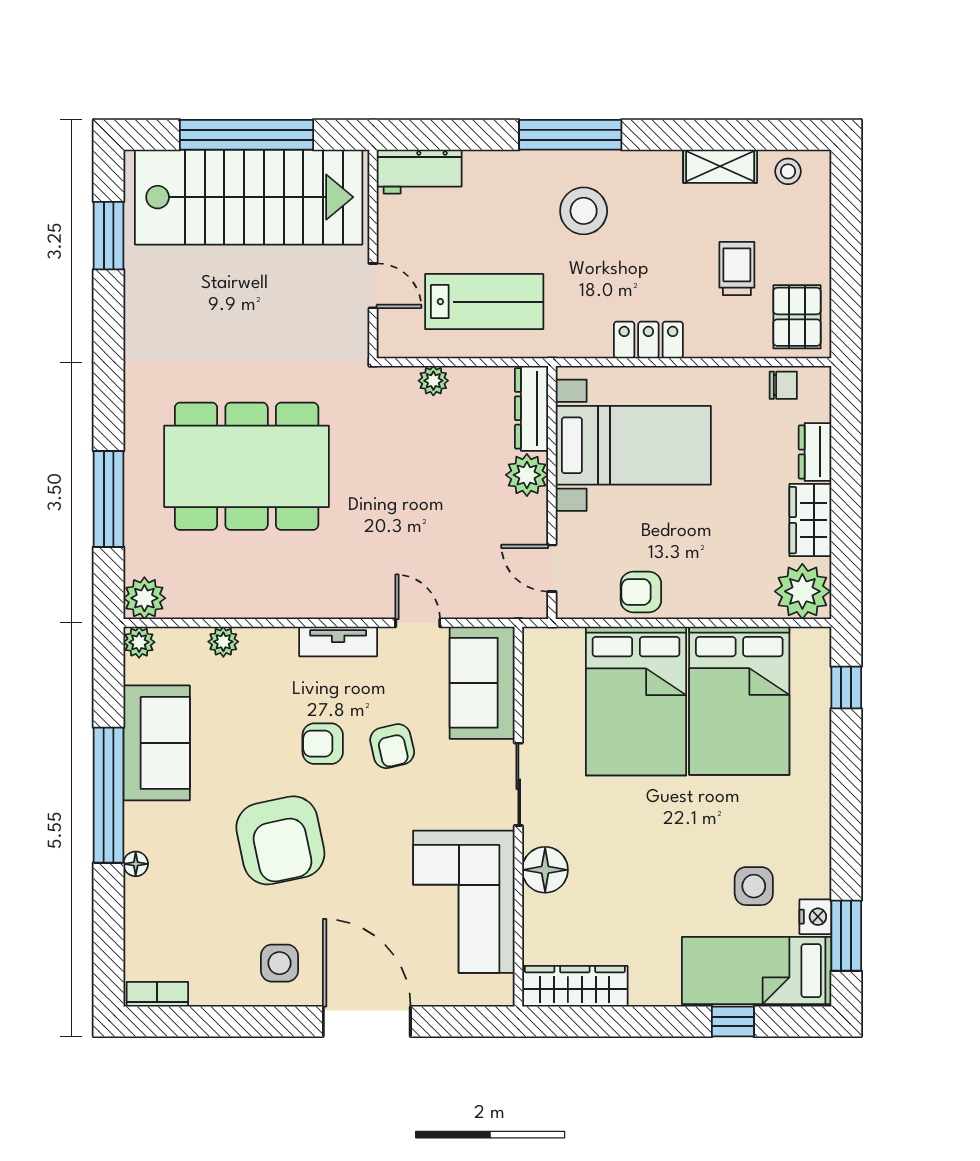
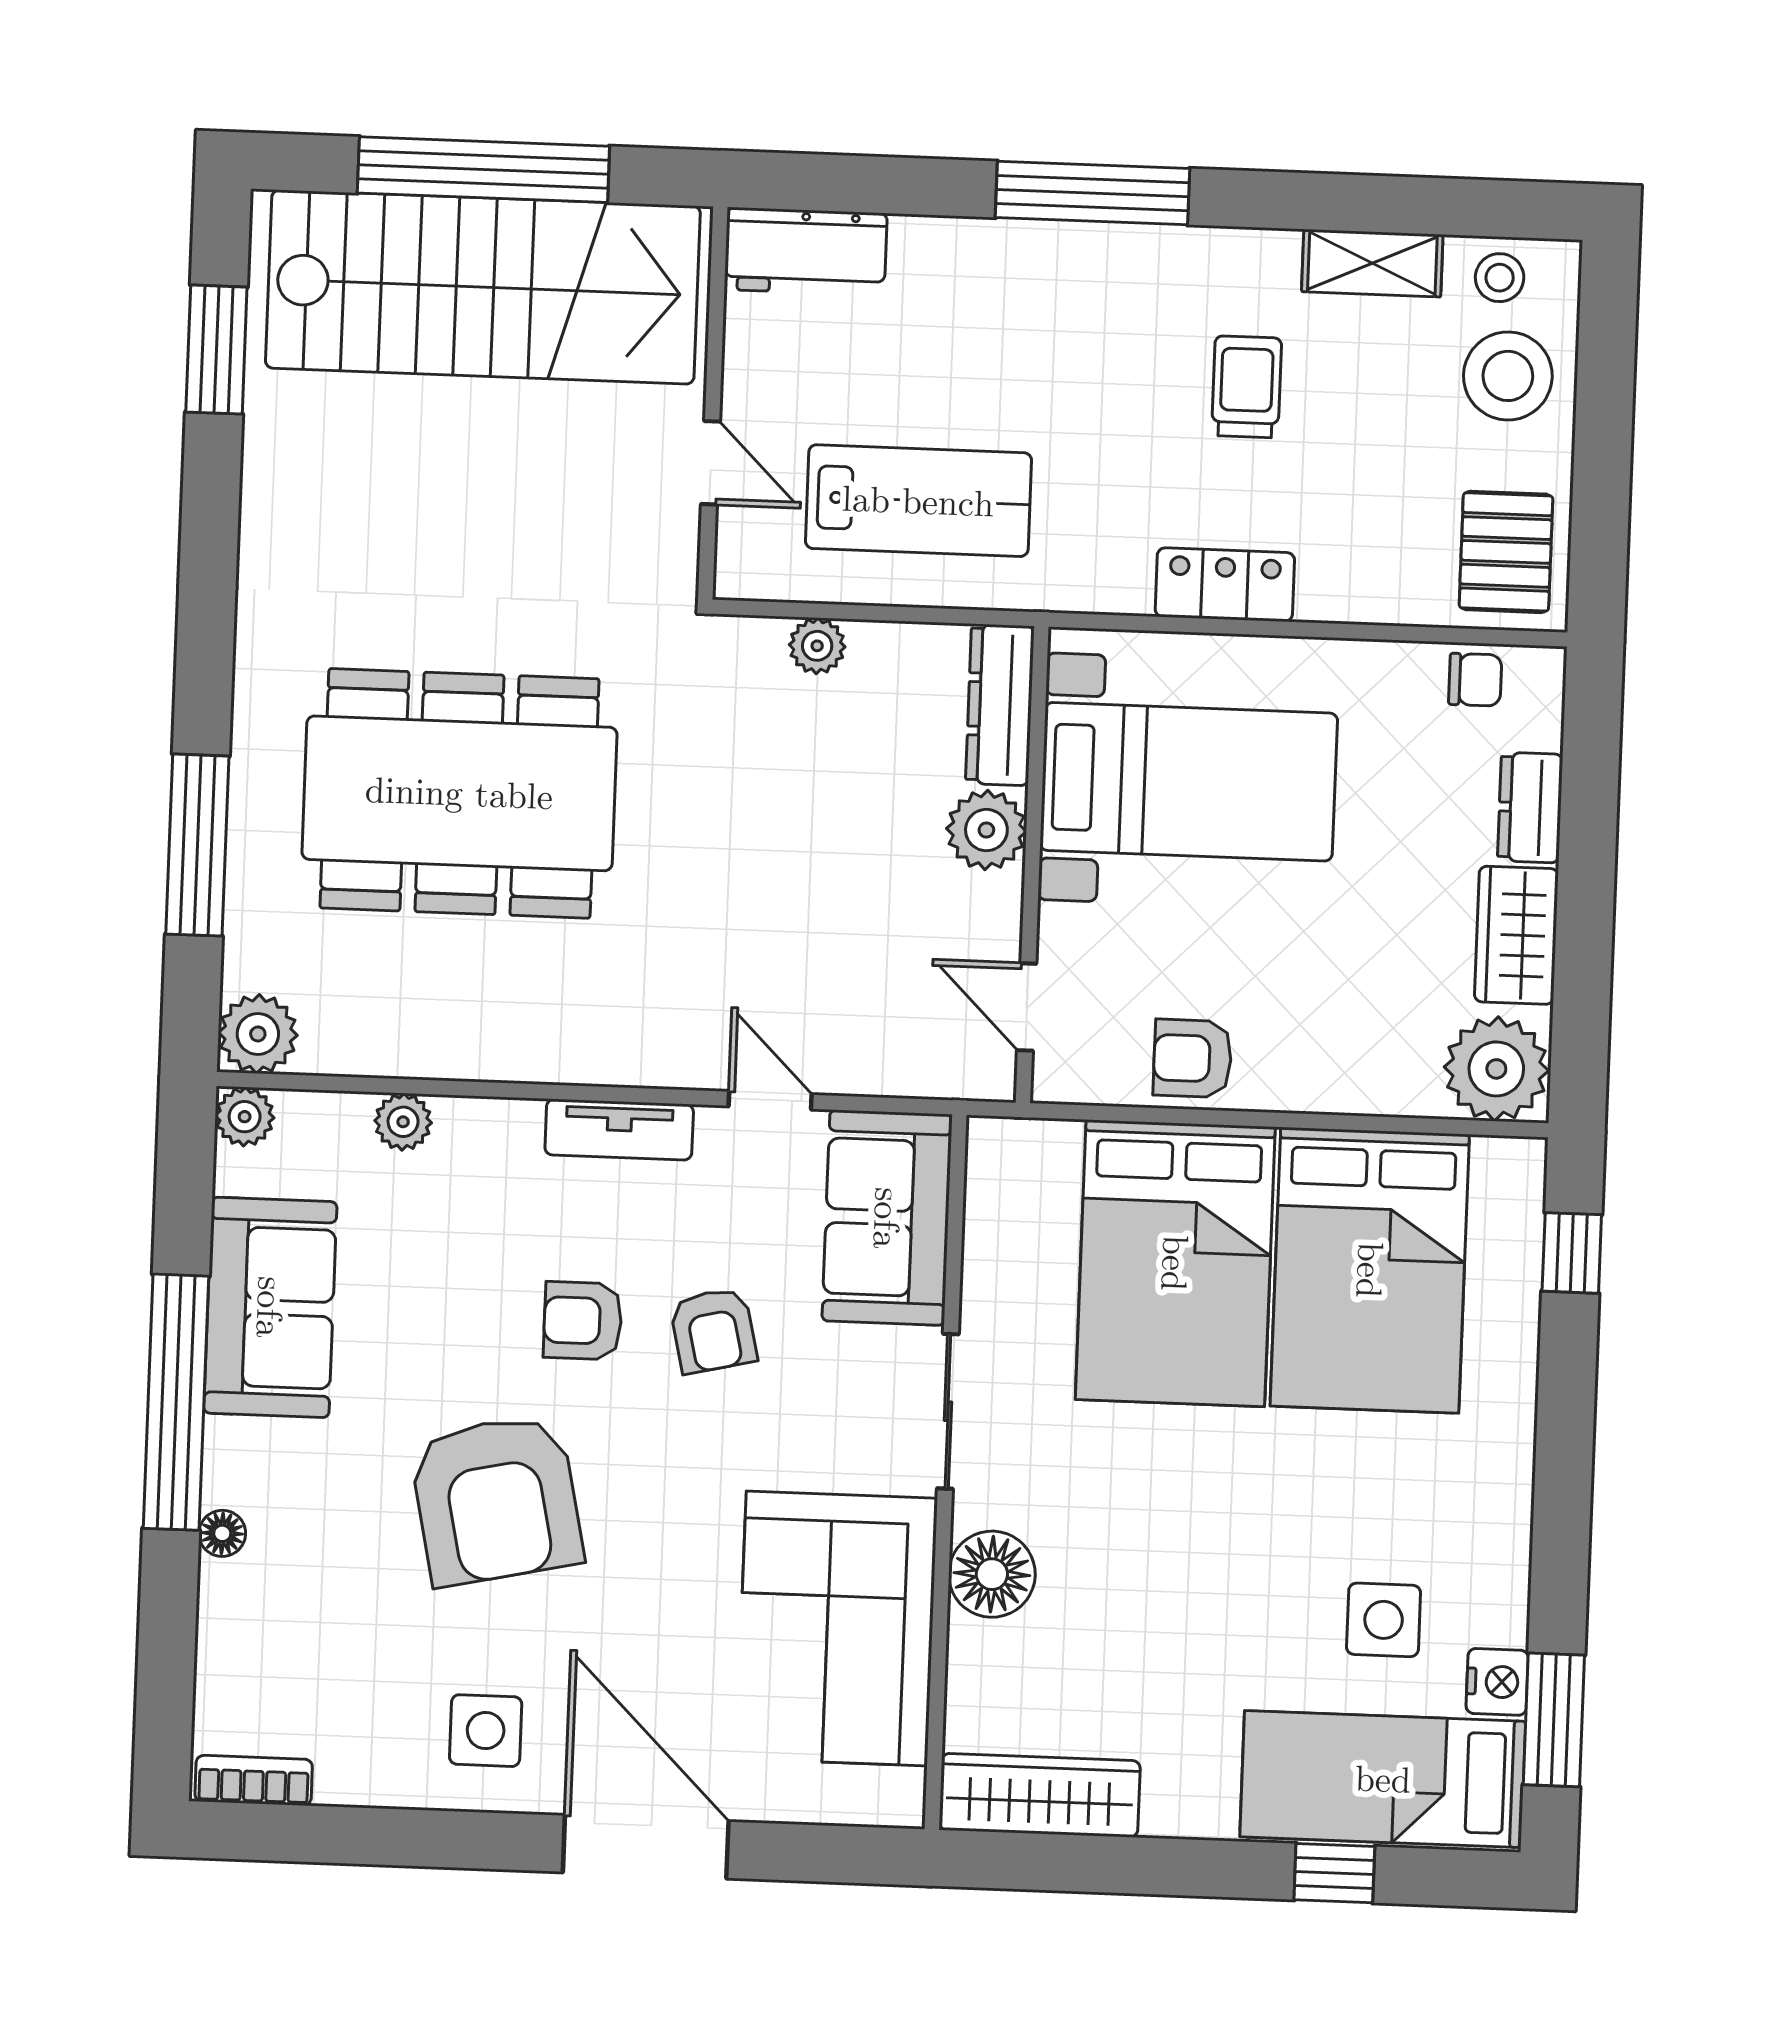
stool: (584, 211) -> (1508, 376), moved
trolley: (737, 269) -> (1247, 387), moved

